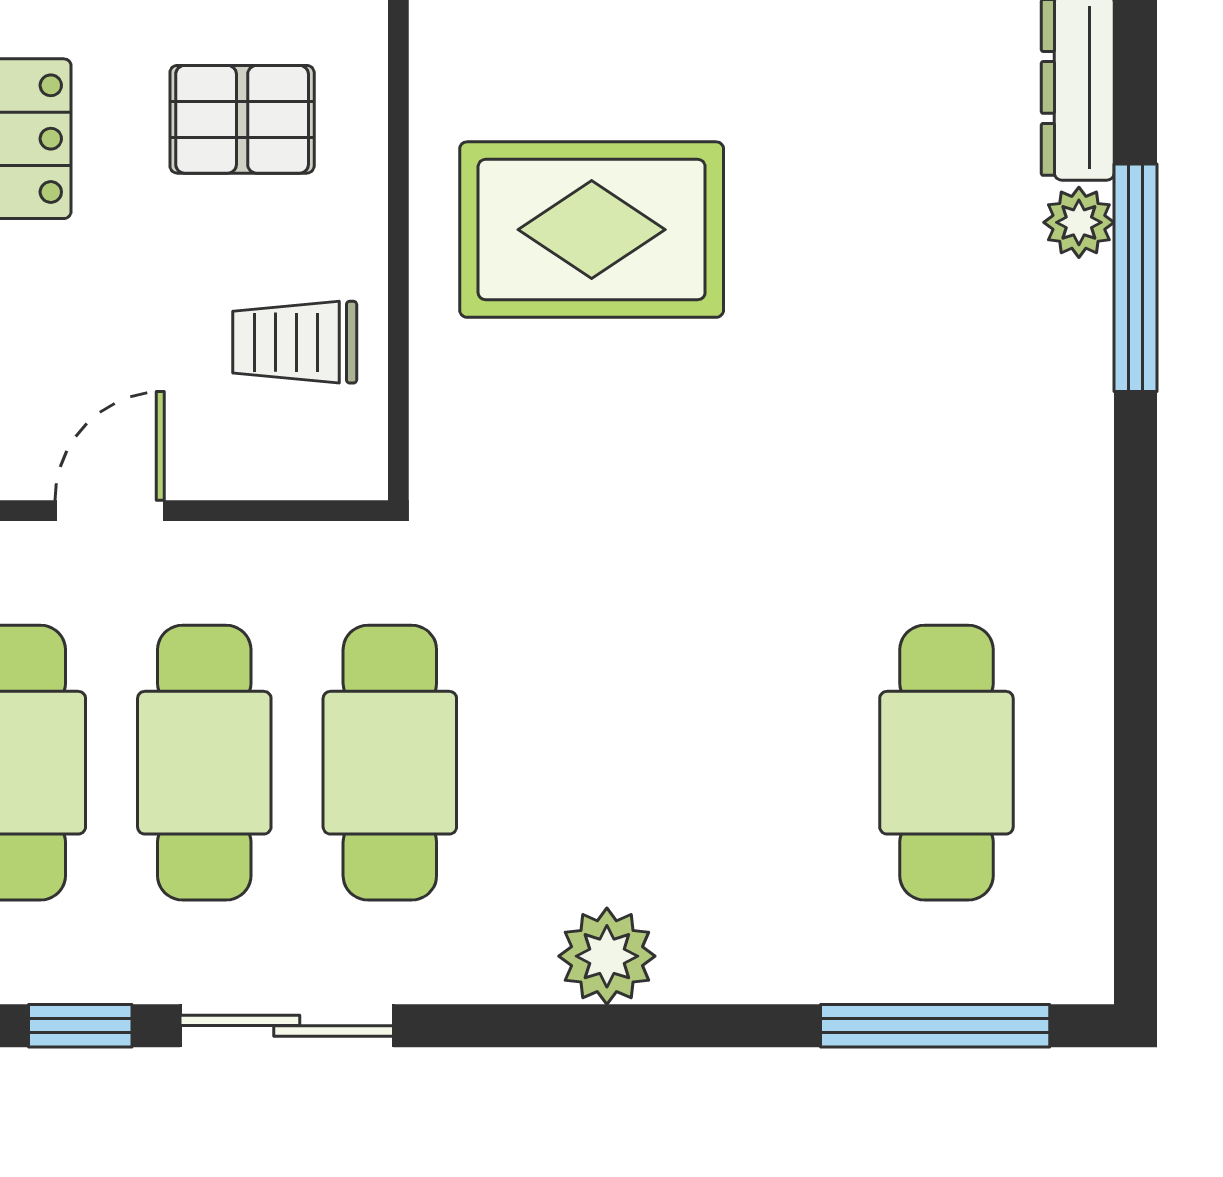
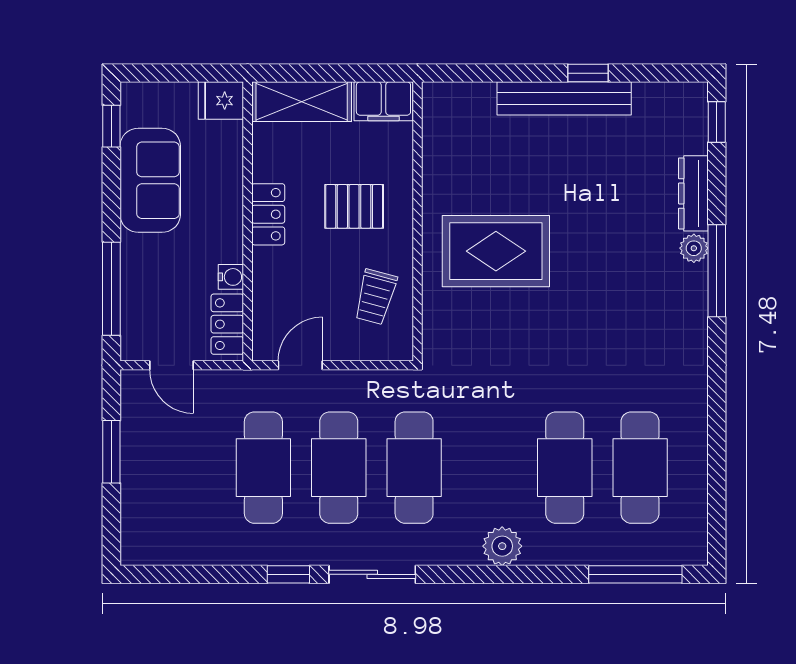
trolley: (295, 342) -> (375, 297), turned -75
cafe table: (761, 763) -> (565, 468), added

